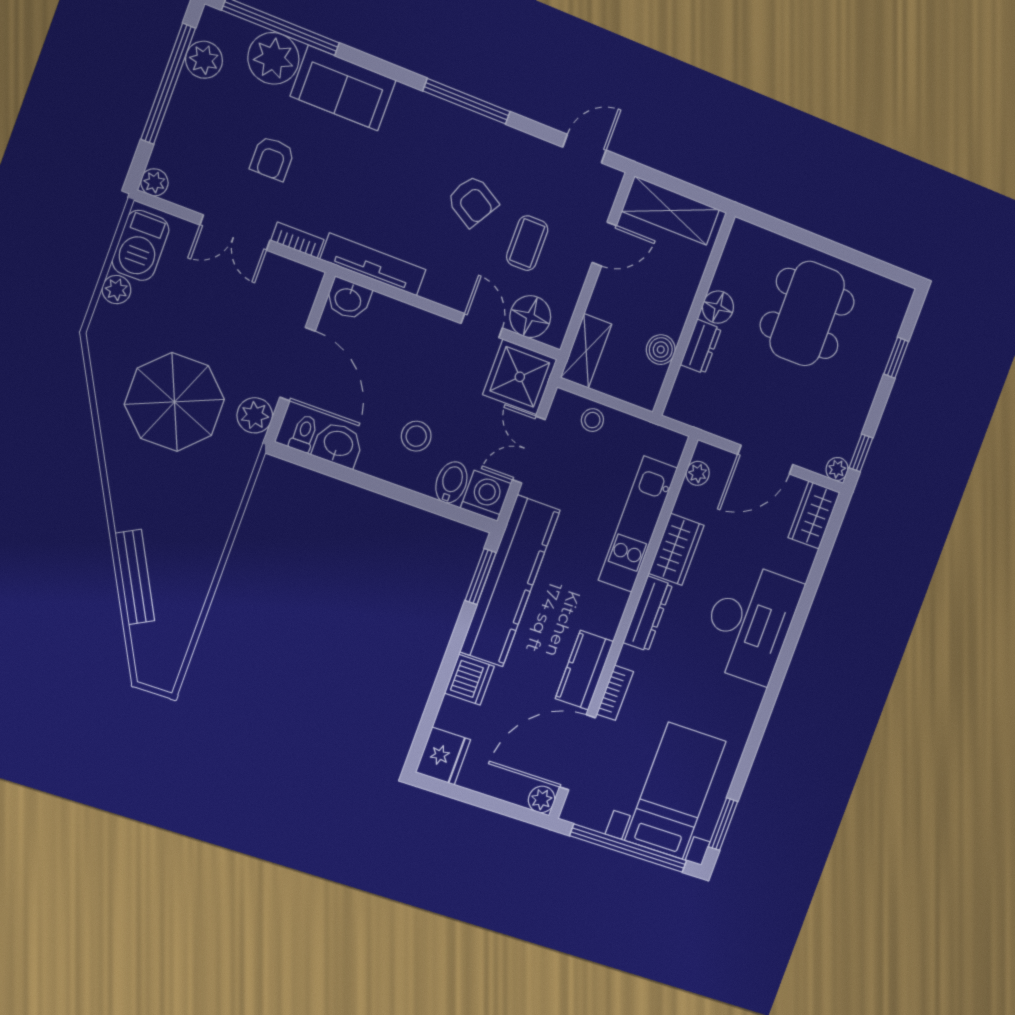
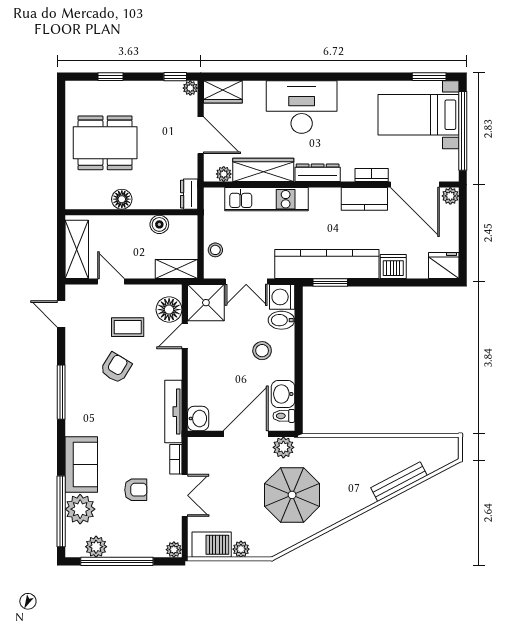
dresser: (701, 347) -> (189, 194), moved, turned -90
wardrobe: (676, 549) -> (263, 170), width x1.50

